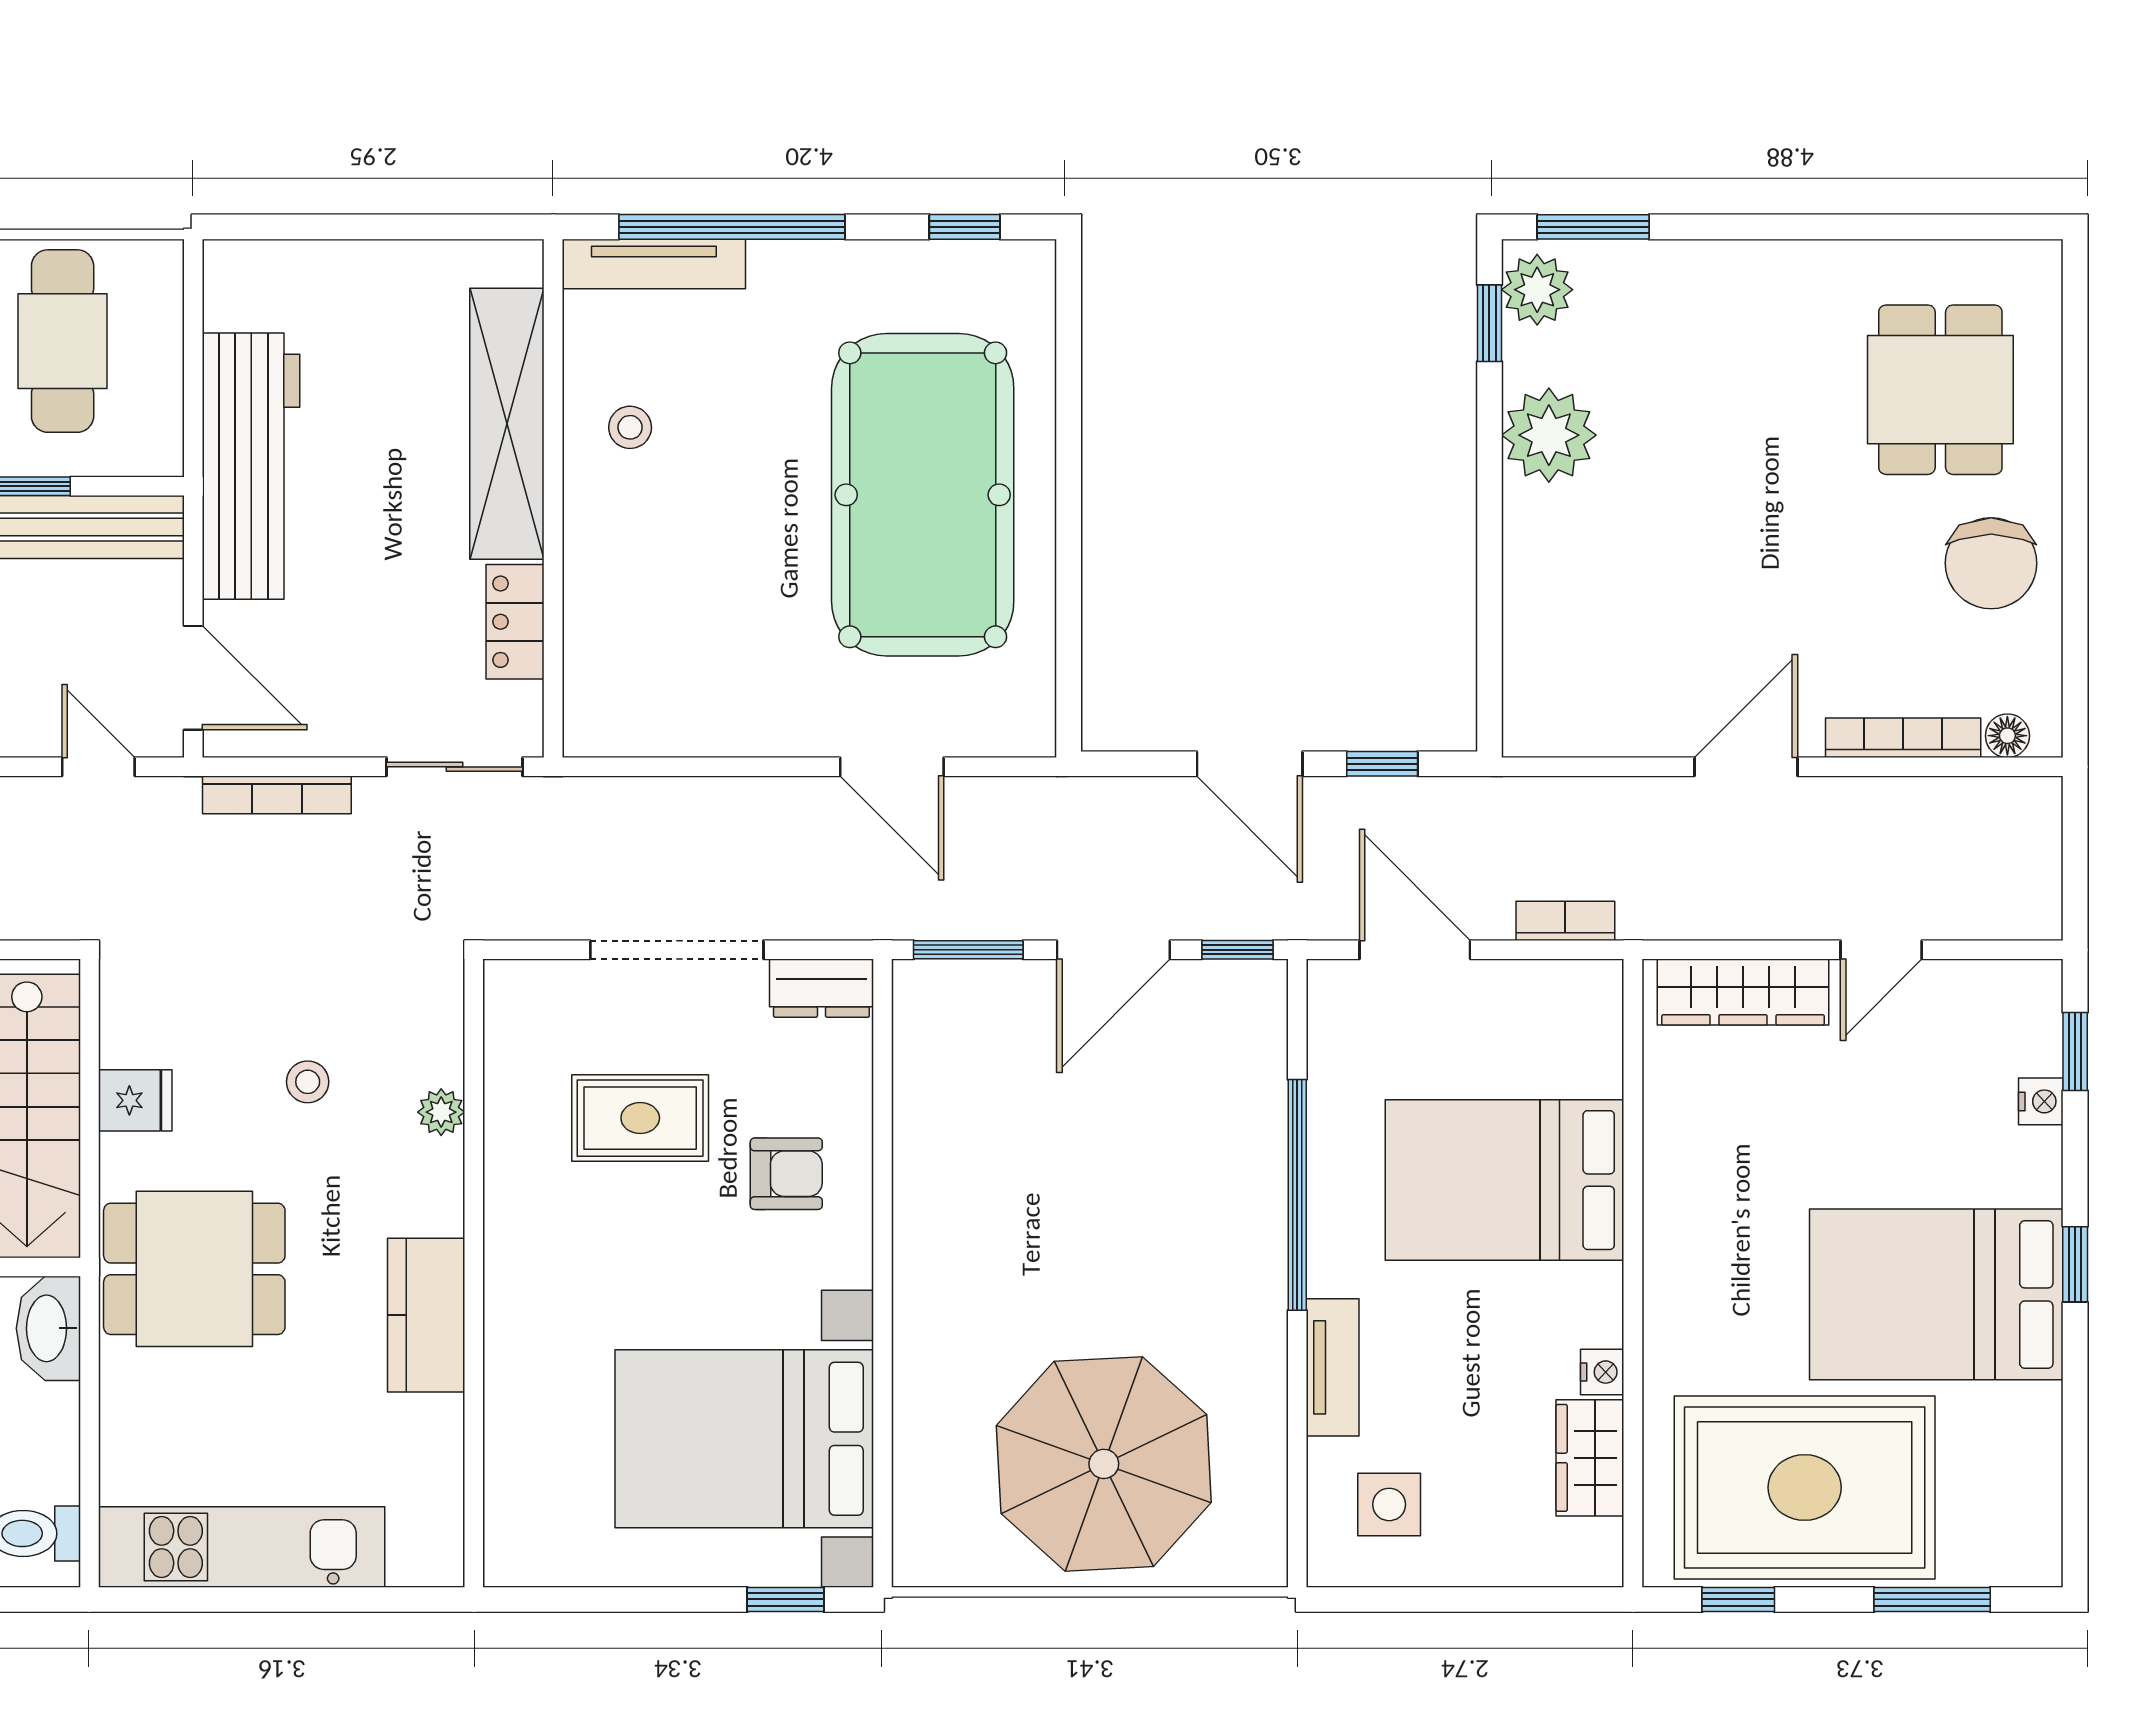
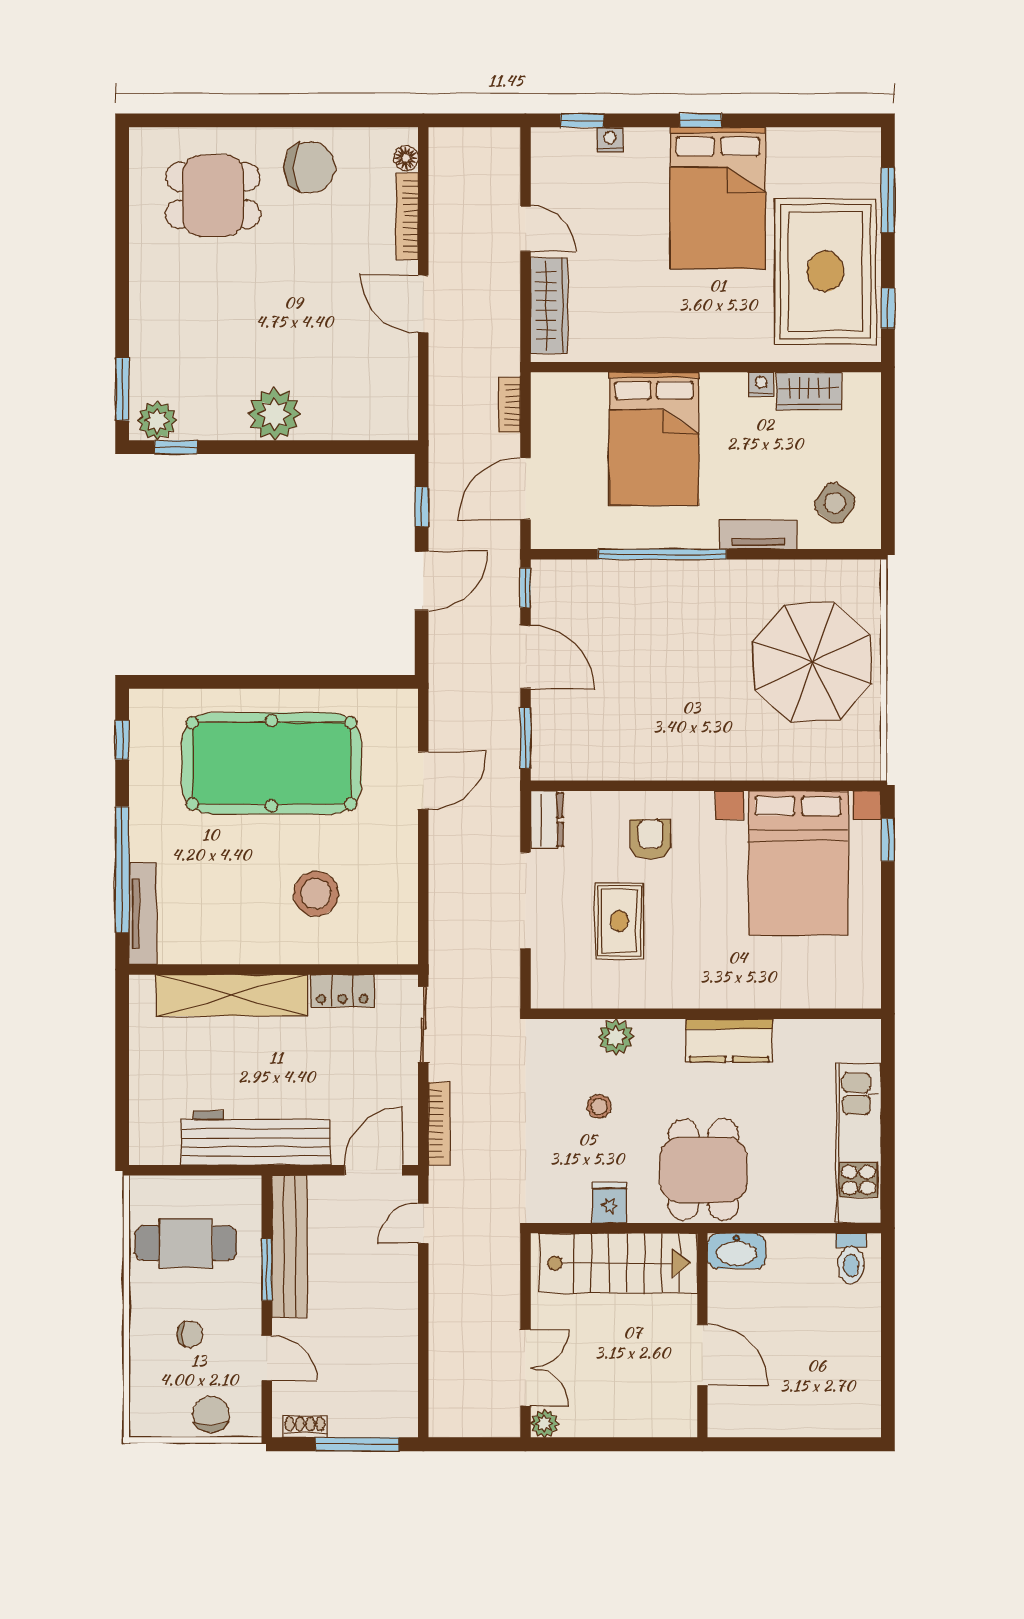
stool: (630, 427) -> (316, 894), moved, width x1.89, depth x1.89
plant: (1549, 435) -> (274, 414), moved
plant: (441, 1112) -> (616, 1037), width x1.38, depth x1.38
side table: (1389, 1504) -> (835, 503), turned 35

